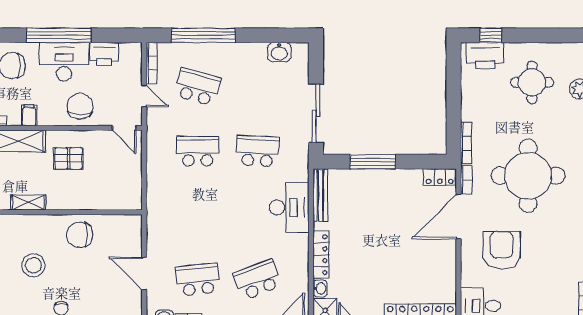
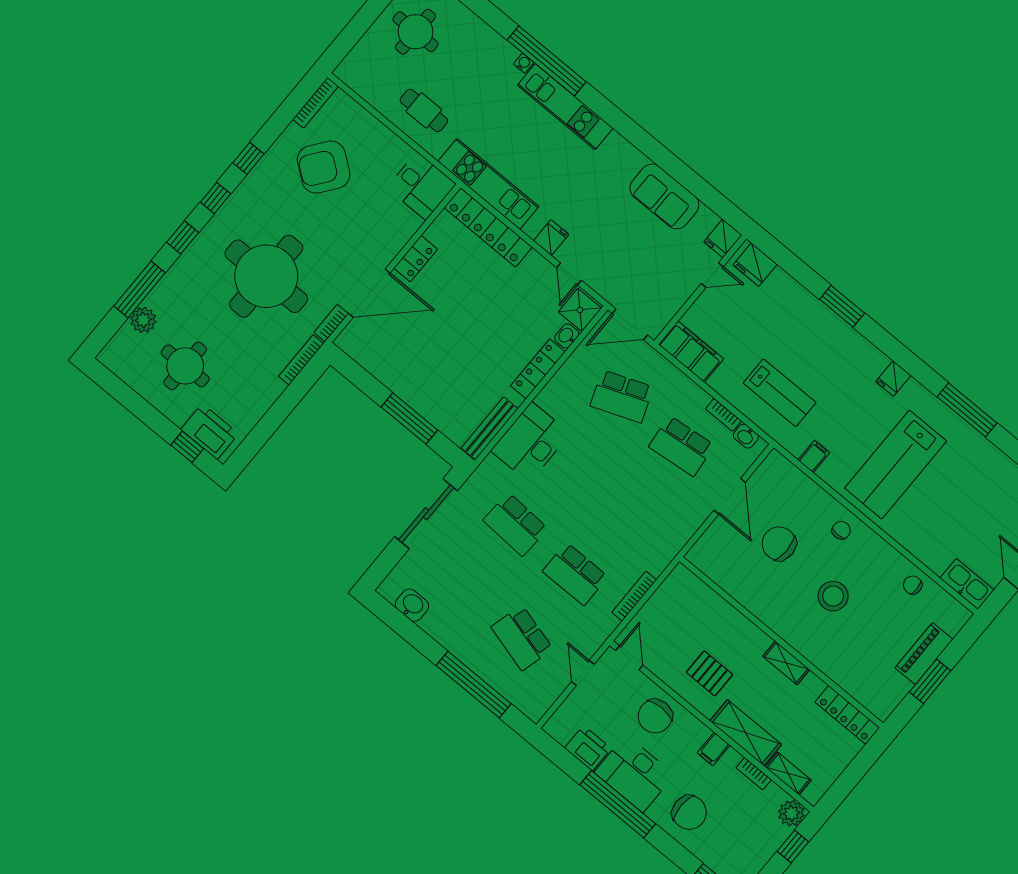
bookcase: (152, 63) -> (634, 596), moved
locker: (440, 177) -> (416, 259), moved, turned 90
chair: (80, 235) -> (779, 544), moved, turned 180
armchair: (502, 250) -> (324, 167), moved, turned 37

